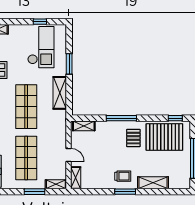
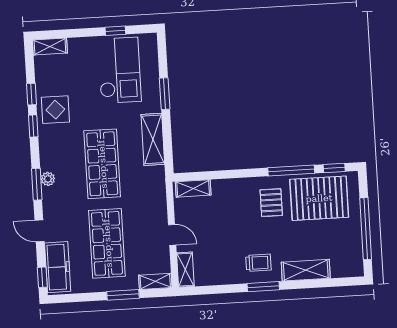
window: (121, 118) -> (291, 171), moved

